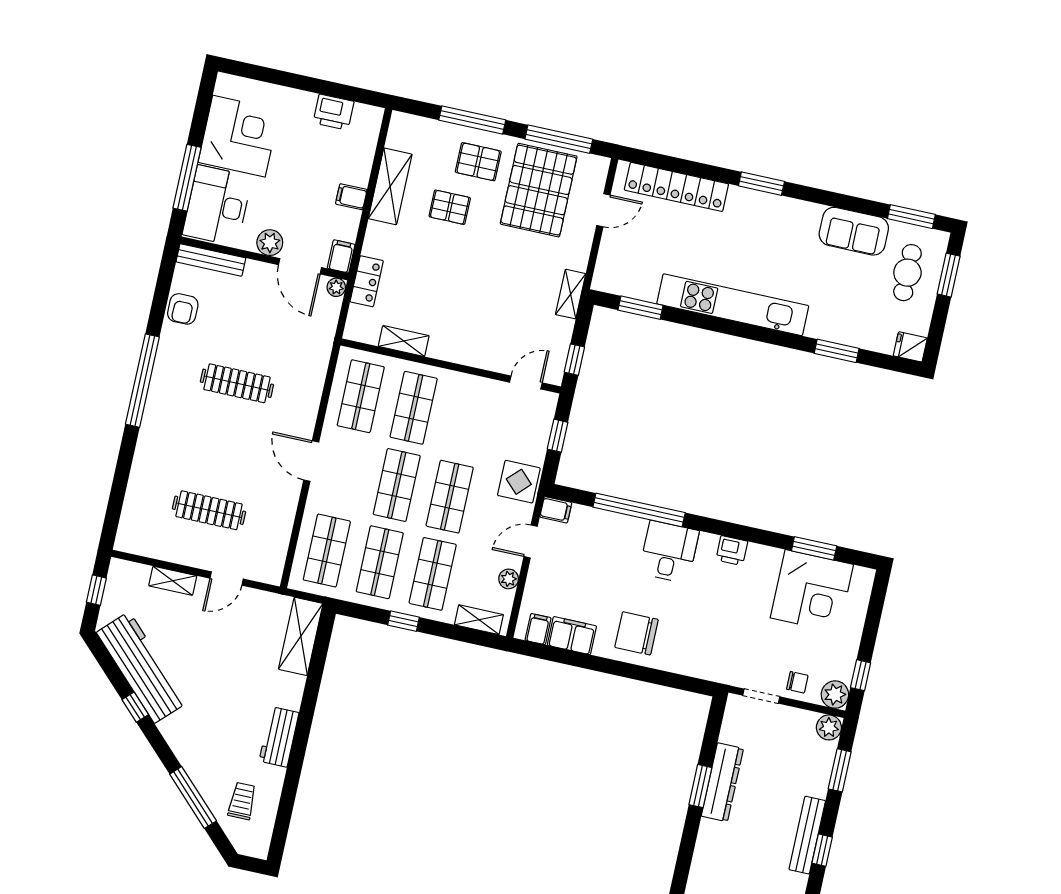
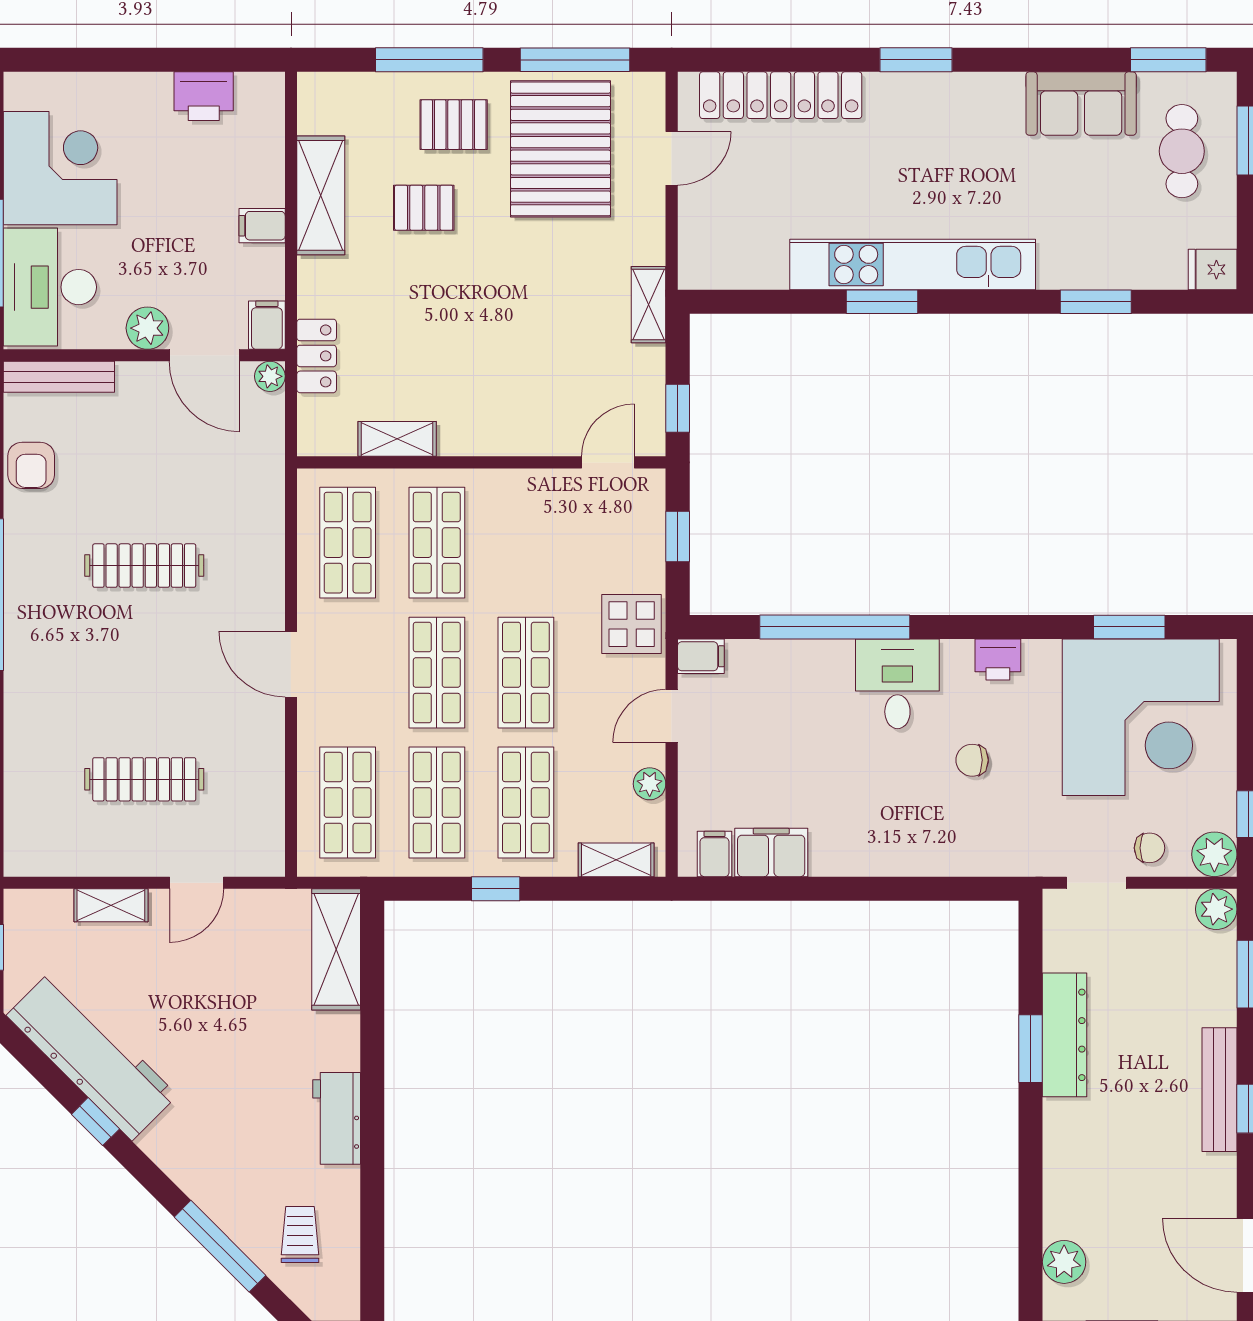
window: (641, 308) -> (882, 302), moved
corner desk: (812, 591) -> (1141, 717), width x1.36, depth x1.36
chair: (637, 633) -> (972, 760), moved, width x0.54, depth x0.54

